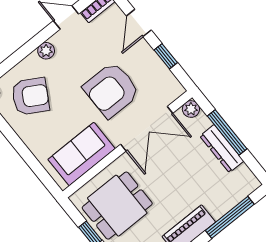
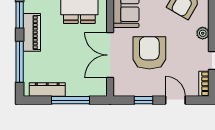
plant: (191, 109) -> (101, 90), removed
dresser: (222, 149) -> (47, 89), moved

